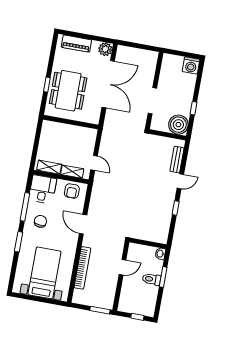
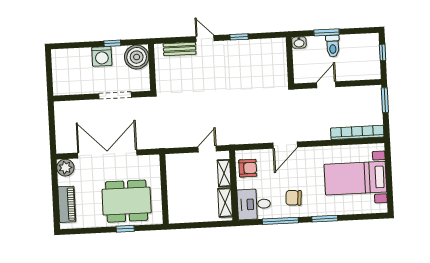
washing machine: (191, 66) -> (102, 56), moved, turned 90
door: (122, 267) -> (326, 85), hinge flipped
bookcase: (82, 268) -> (357, 132), moved

